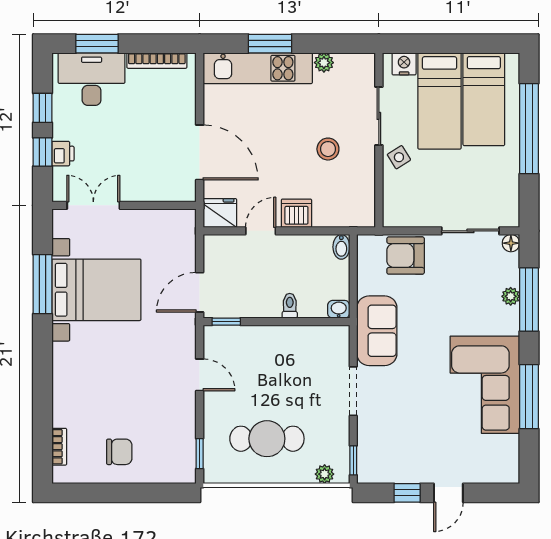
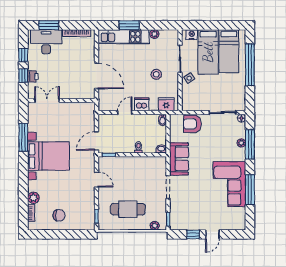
fridge: (220, 213) -> (166, 104), moved
bed with nightstands: (96, 290) -> (48, 156), moved
plant: (64, 414) -> (33, 198), added

